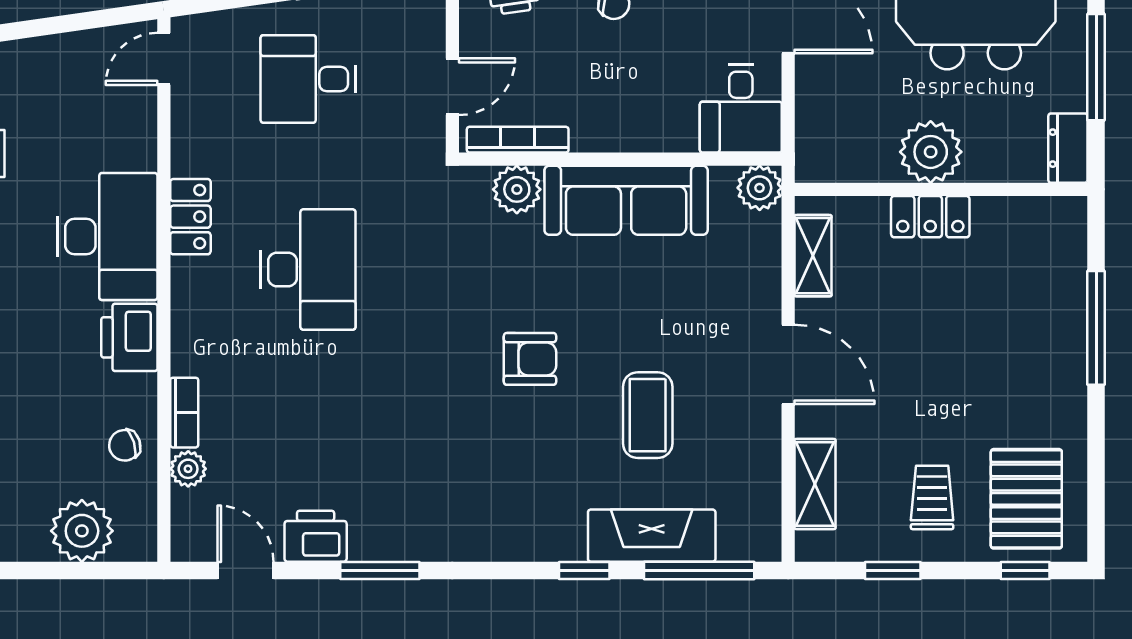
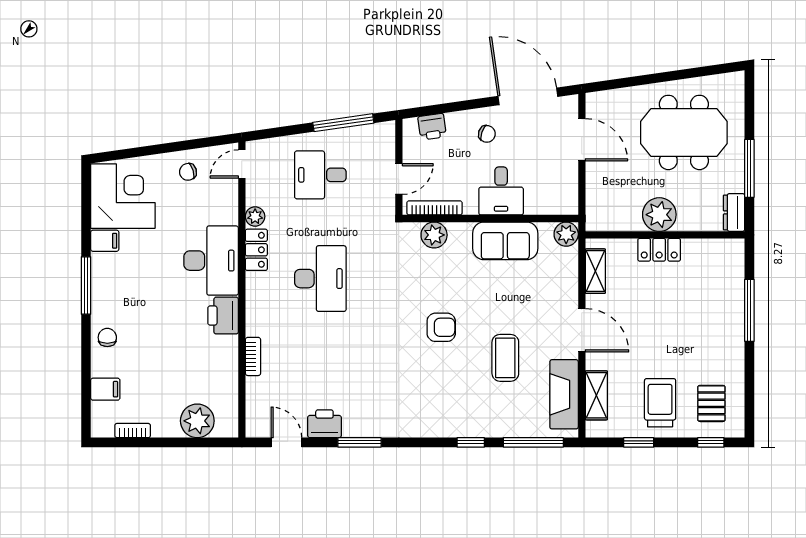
desk: (741, 109) -> (501, 191), moved
sofa: (626, 200) -> (505, 241), width x0.73
chair: (125, 445) -> (188, 172), moved
plant: (188, 469) -> (255, 216), moved
trolley: (932, 497) -> (660, 403), width x1.36, depth x1.39
pallet: (1026, 499) -> (711, 403), width x0.67, depth x0.71
fireplace: (652, 536) -> (564, 394), moved, turned -90

